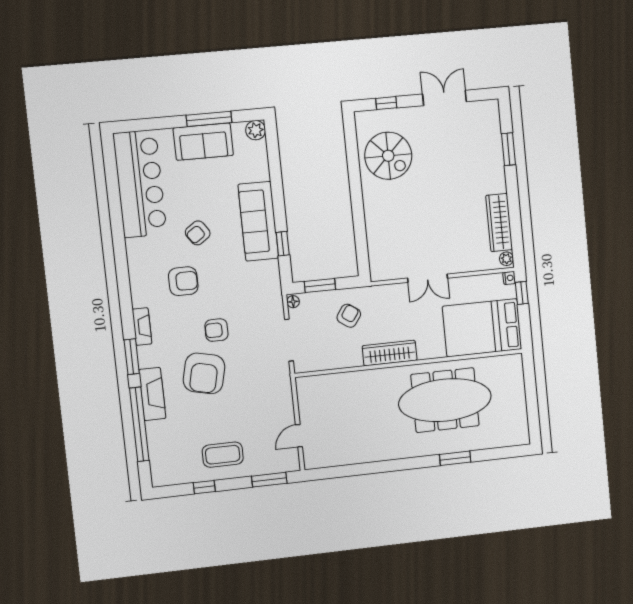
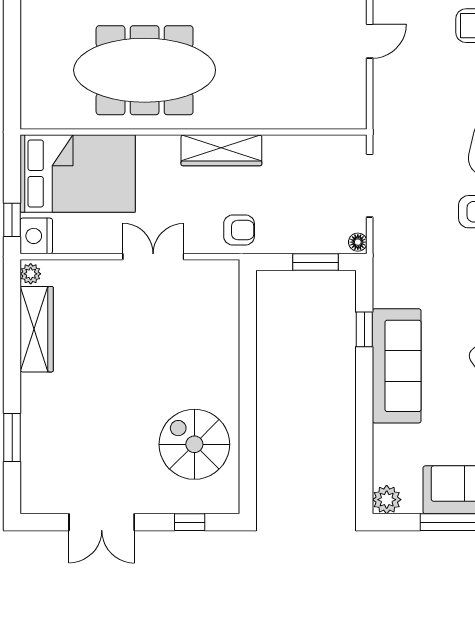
nightstand: (509, 278) -> (36, 236), width x1.89, depth x1.79
armchair: (349, 316) -> (239, 230), moved, turned -125

